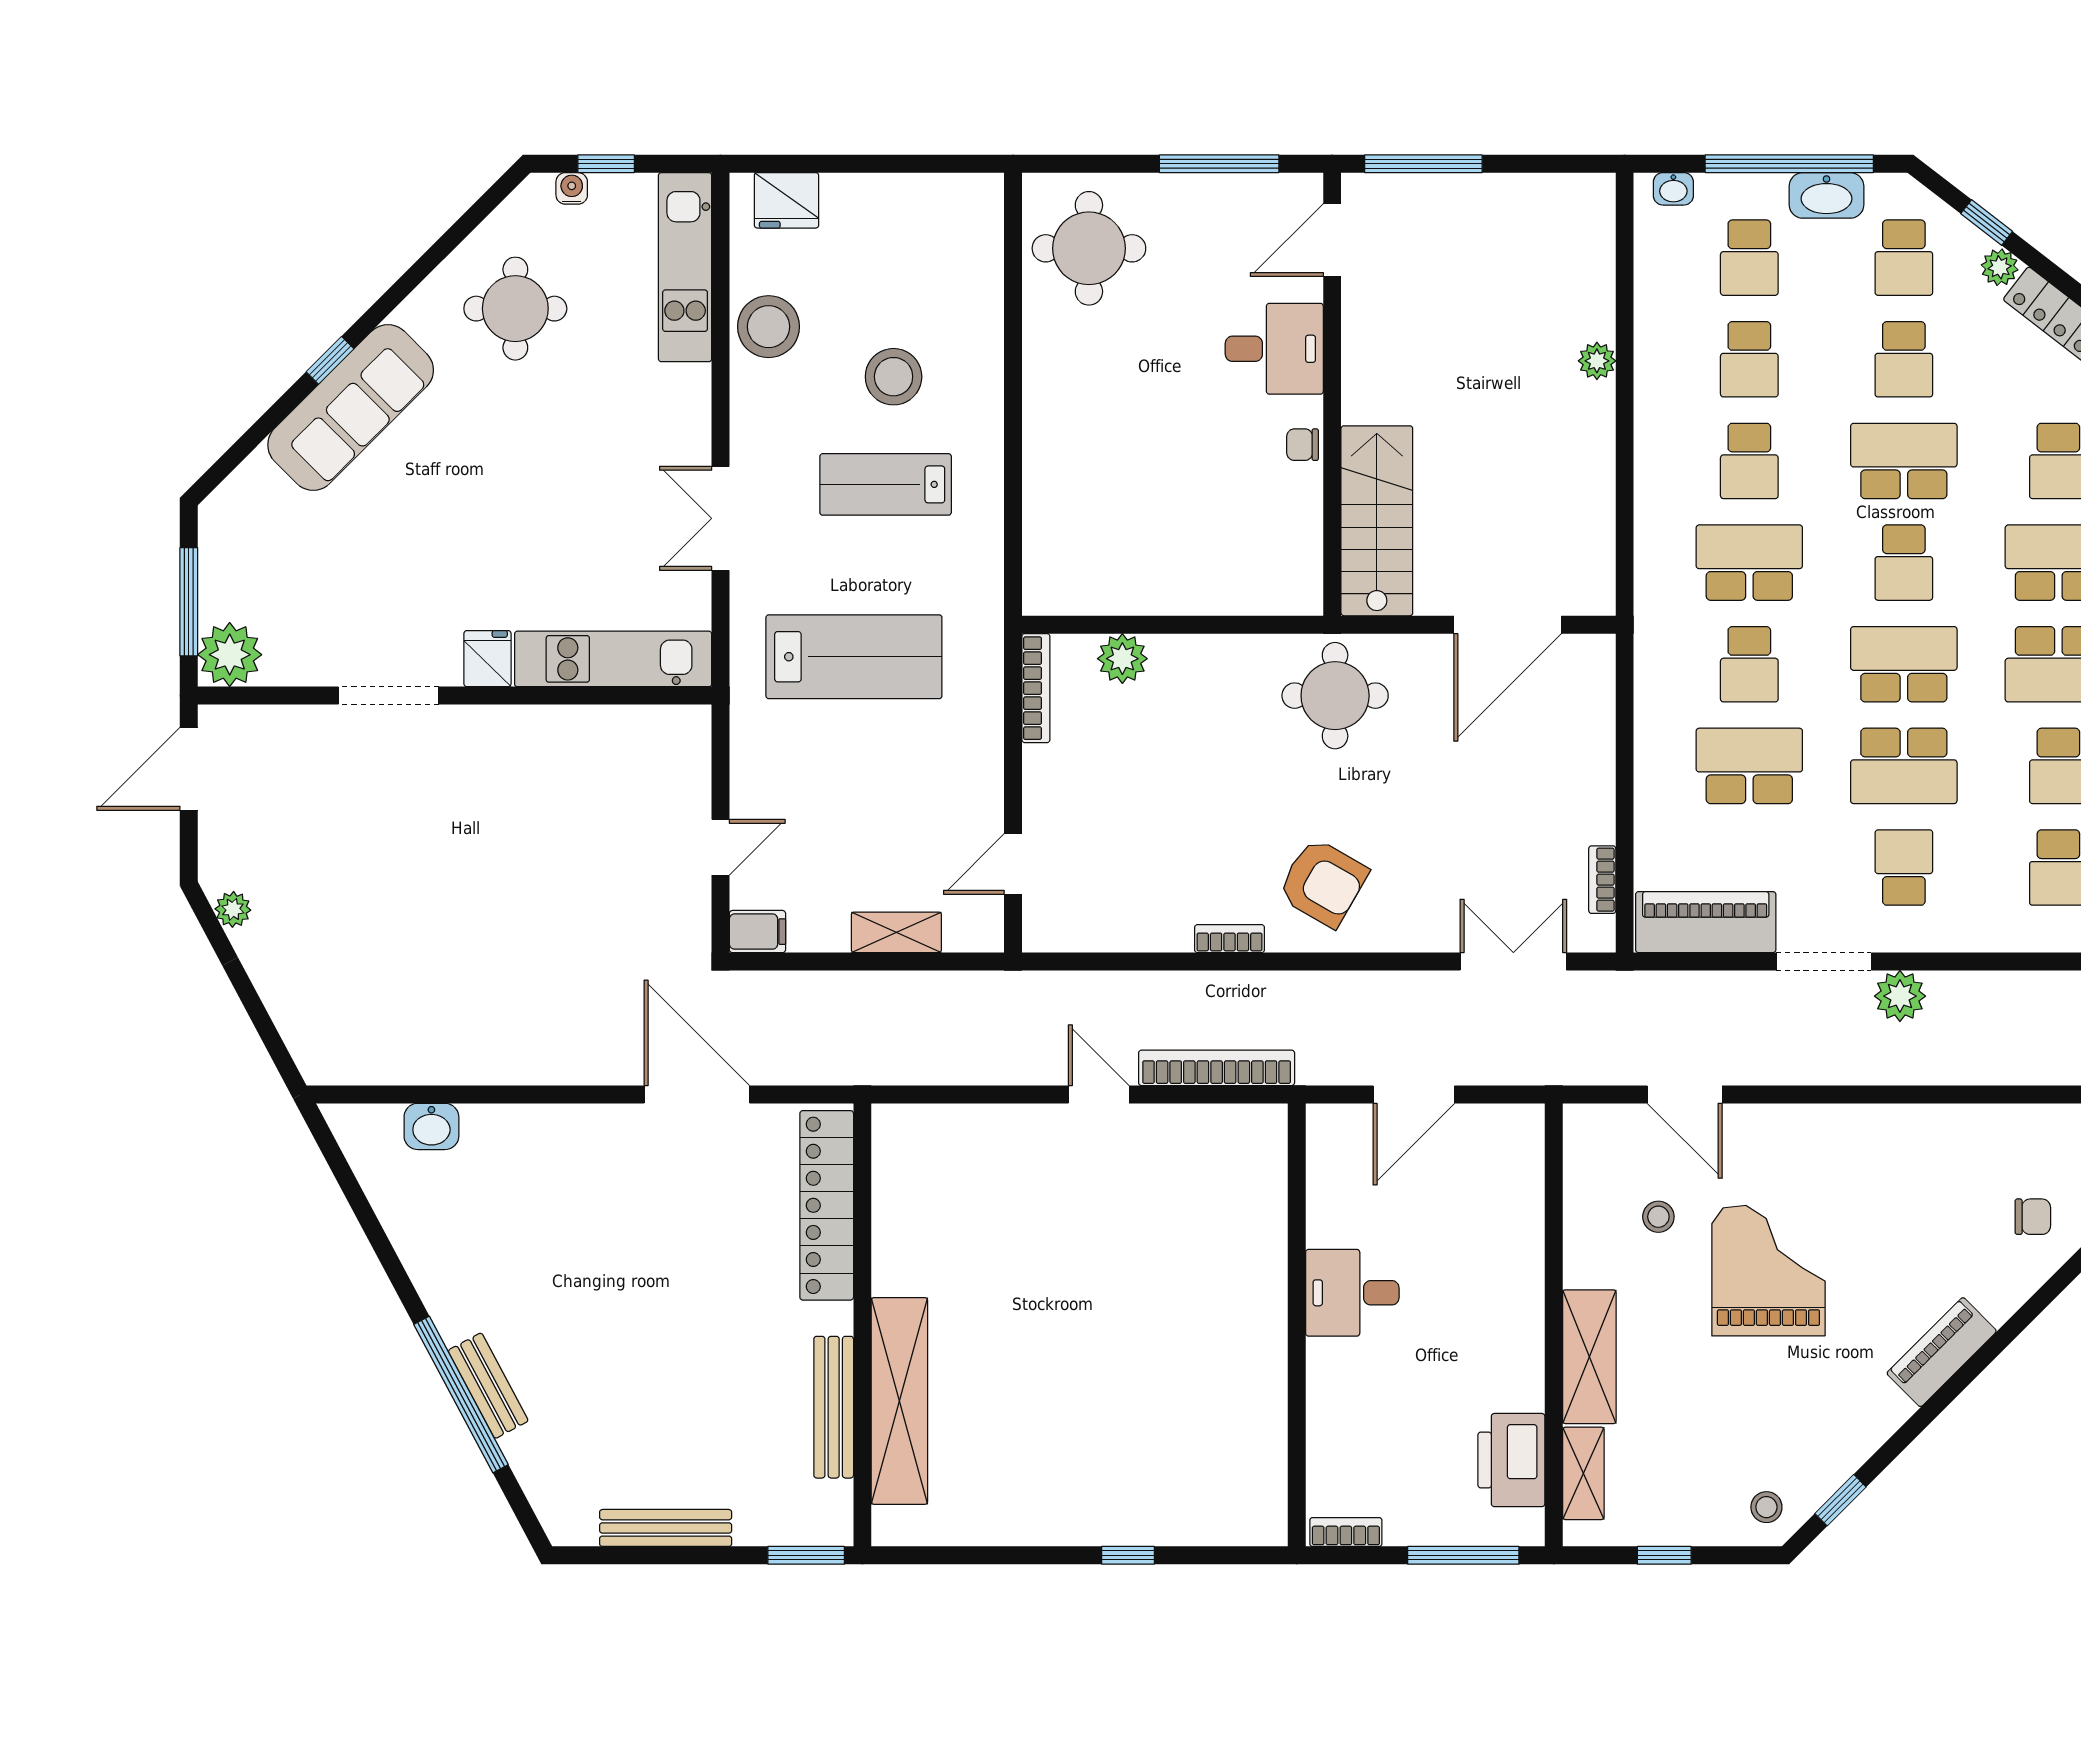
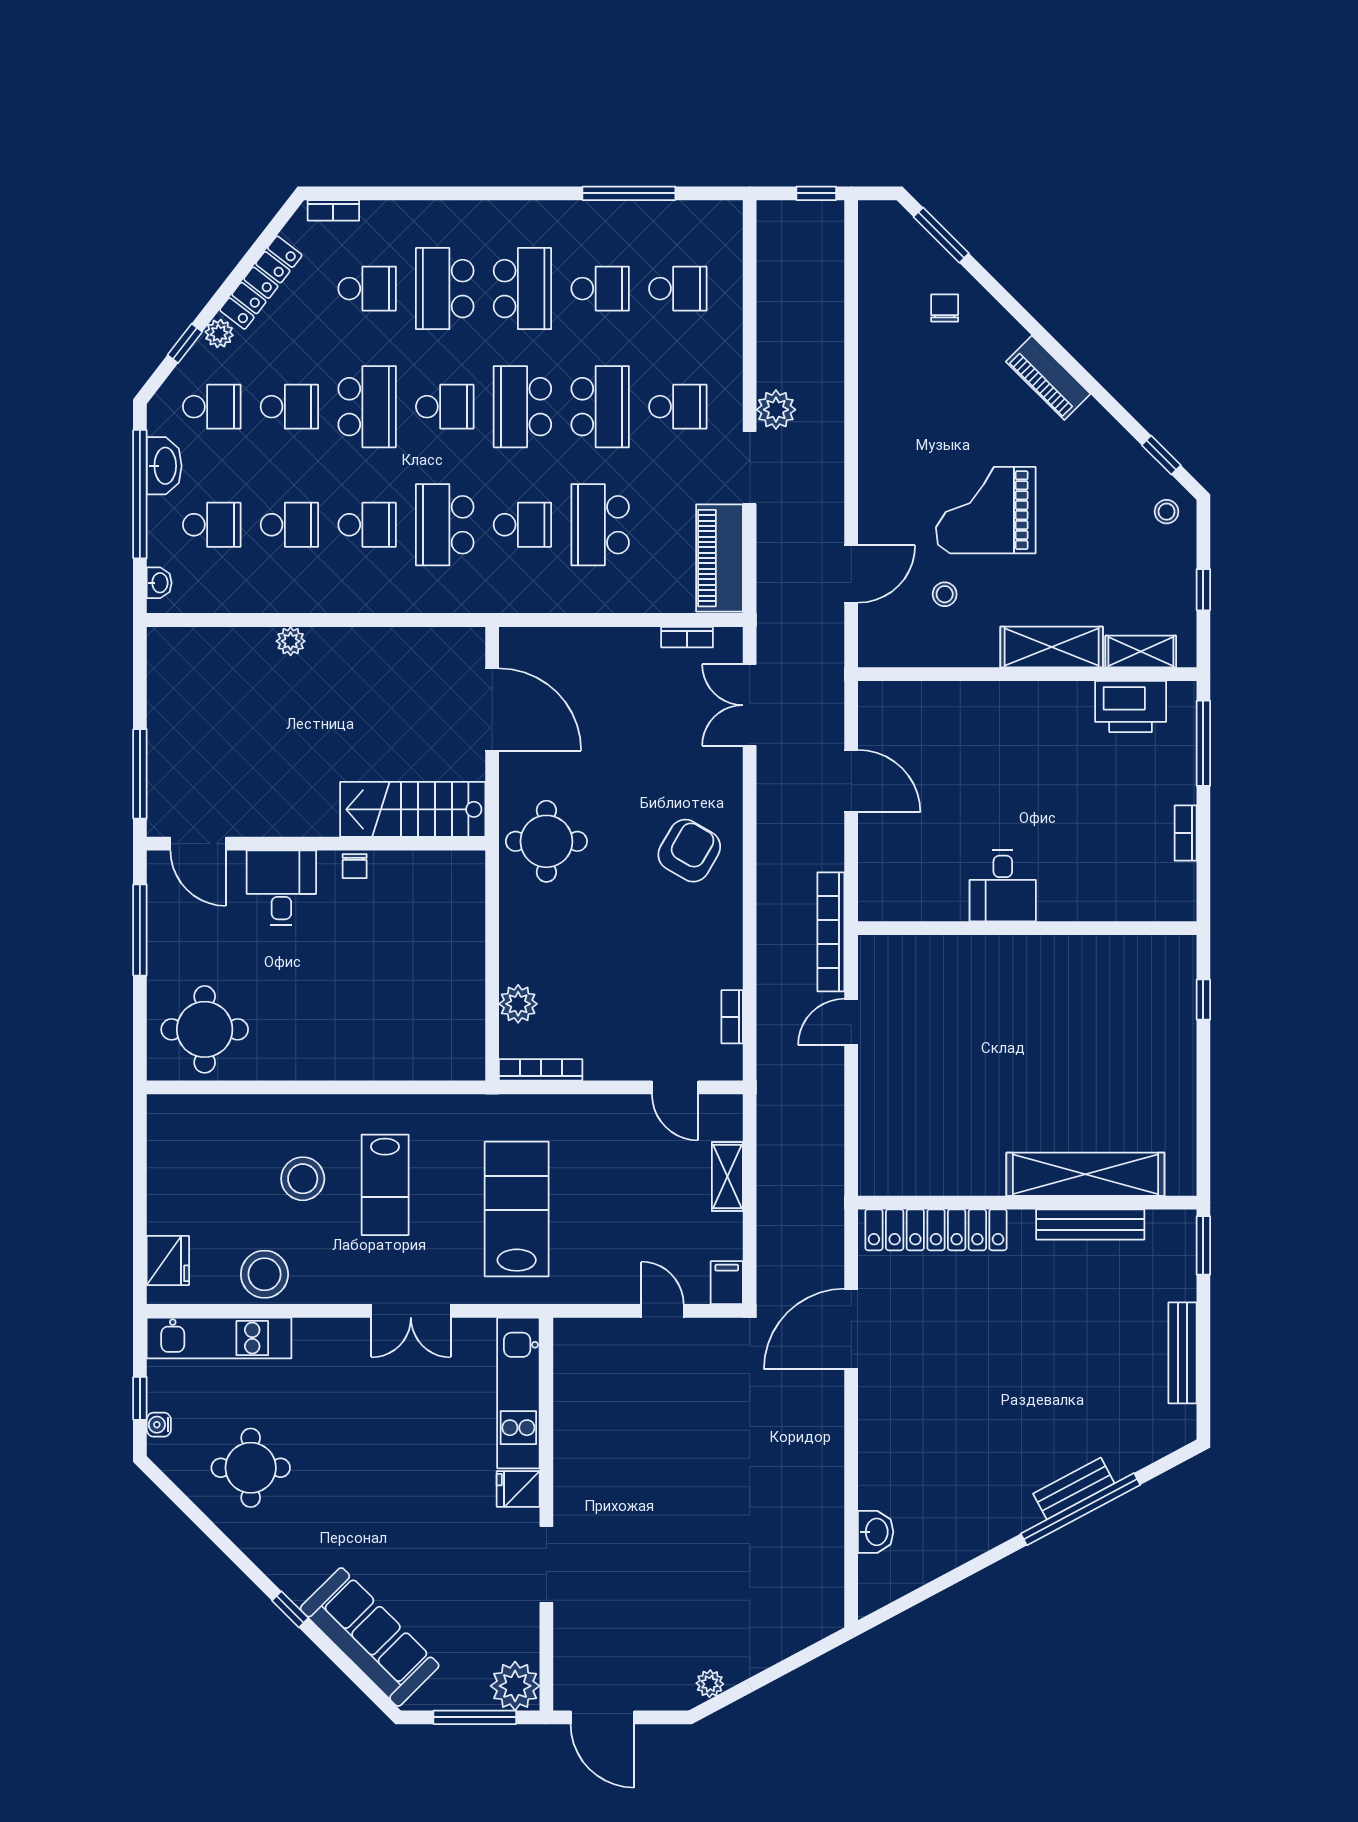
sofa: (351, 407) -> (370, 1637), moved
school desk: (1904, 461) -> (367, 407), turned 180
school desk: (1904, 868) -> (678, 407), turned 180
bookcase: (1229, 939) -> (732, 1017), moved
desk: (1352, 1293) -> (1003, 886), moved
wall: (1297, 1325) -> (1027, 928), moved

